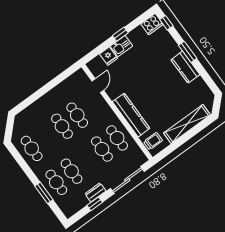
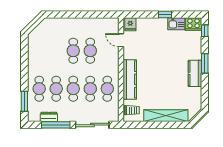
kitchen sink: (121, 46) -> (176, 24), moved
fridge: (109, 56) -> (130, 24), moved
door: (98, 86) -> (121, 40), swing flipped
cafe table: (32, 148) -> (73, 89), moved
dresser: (95, 192) -> (49, 117), moved
window: (44, 193) -> (24, 101), moved
window: (95, 204) -> (56, 125), width x2.17

